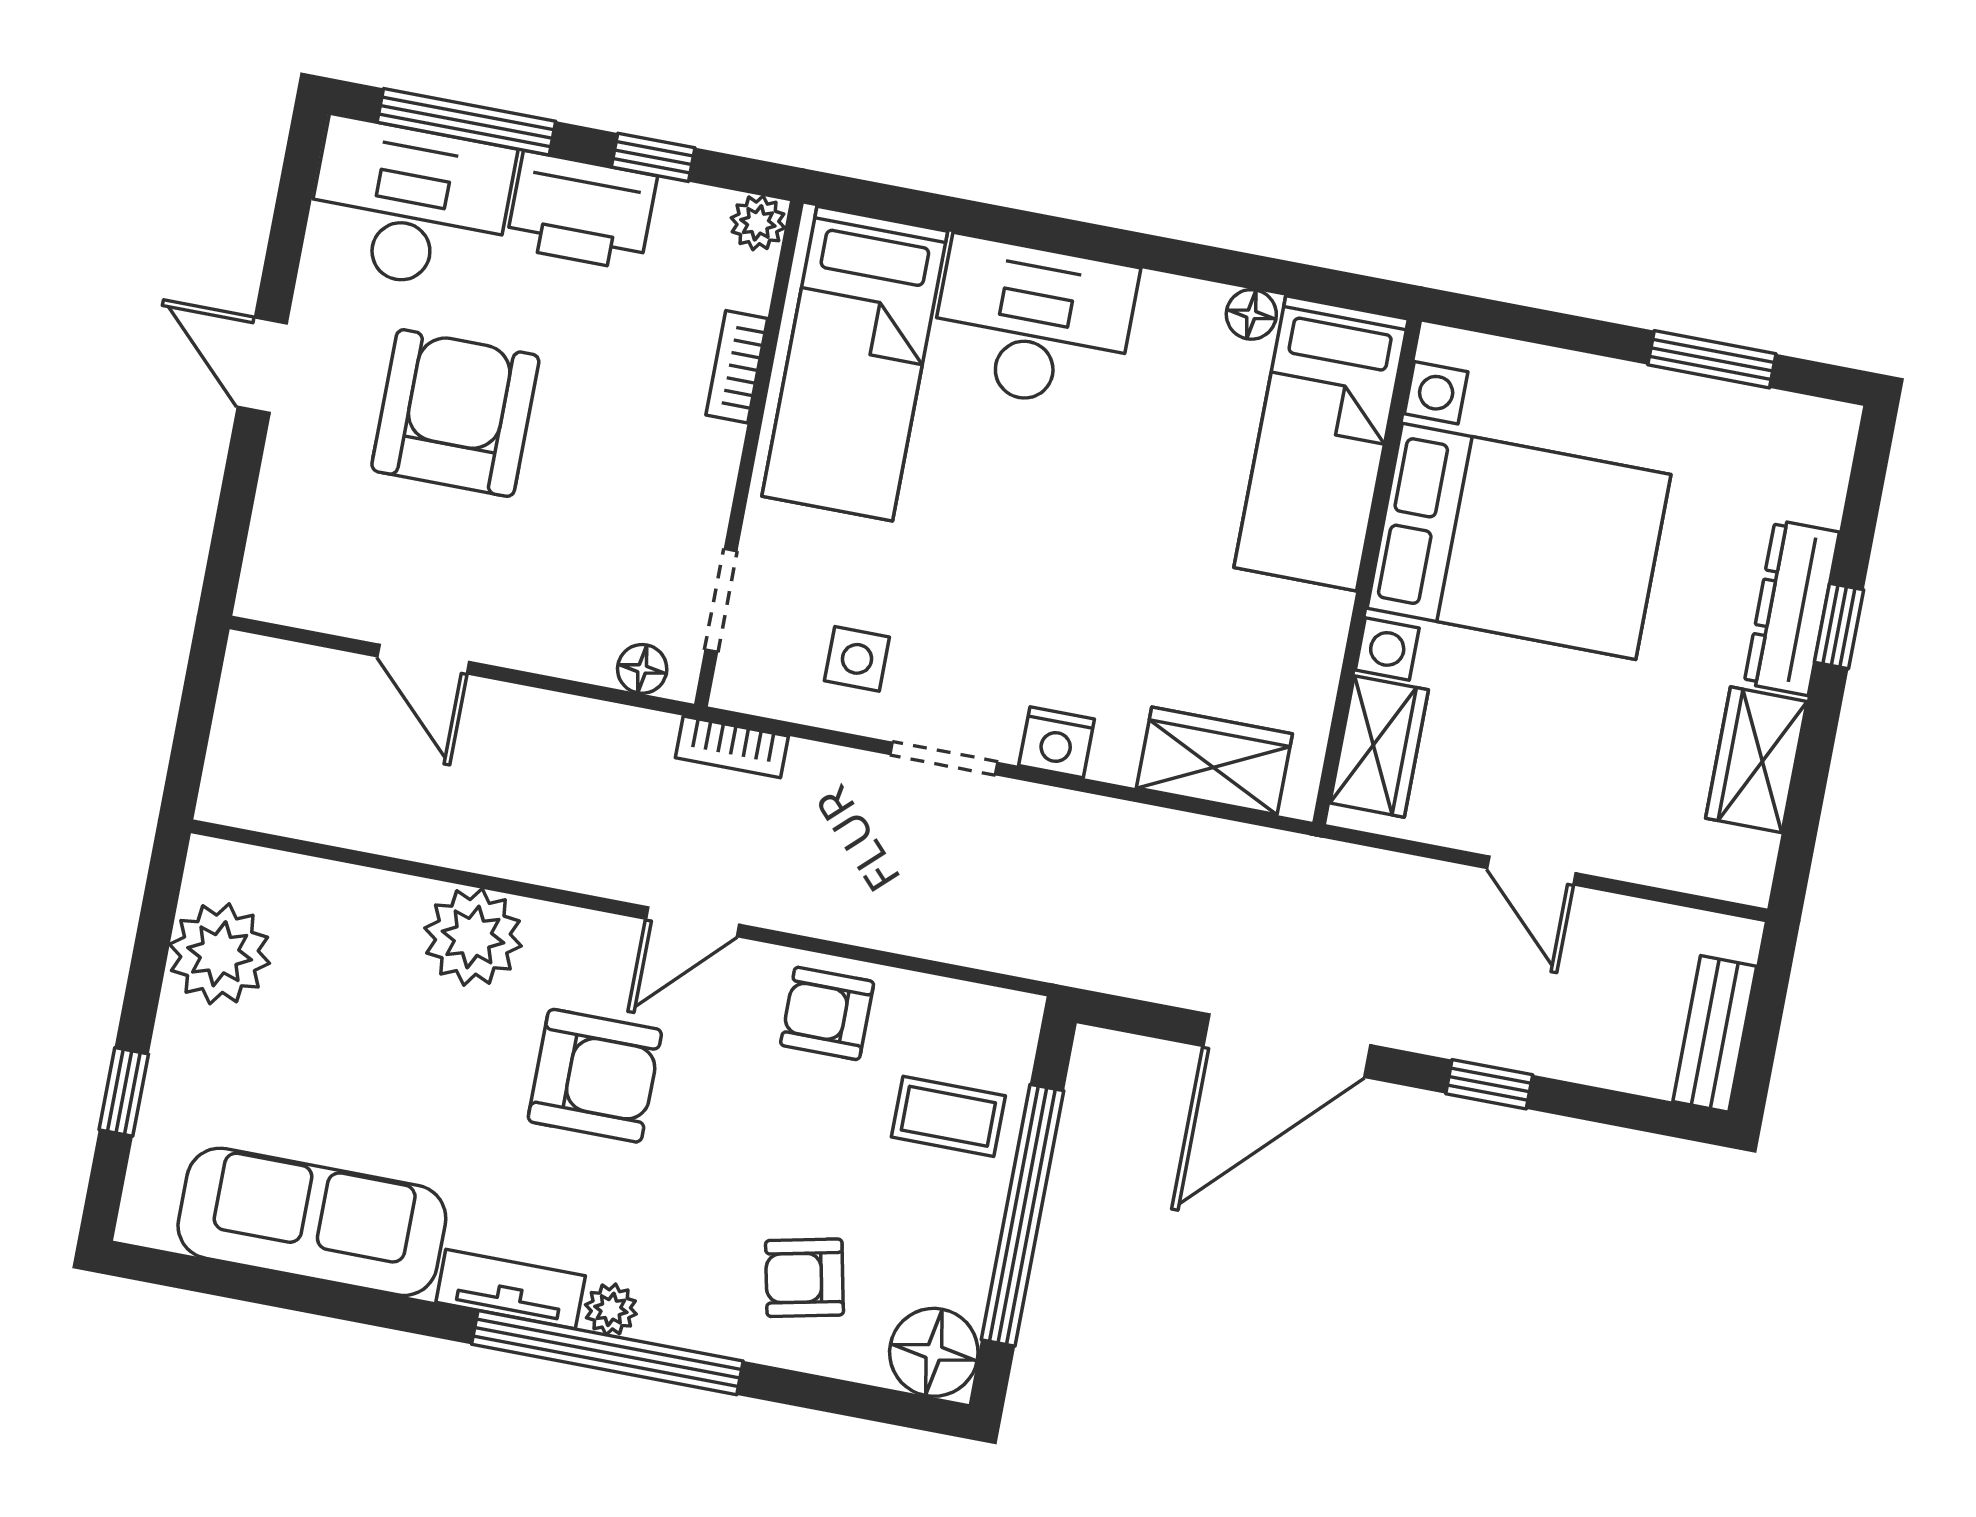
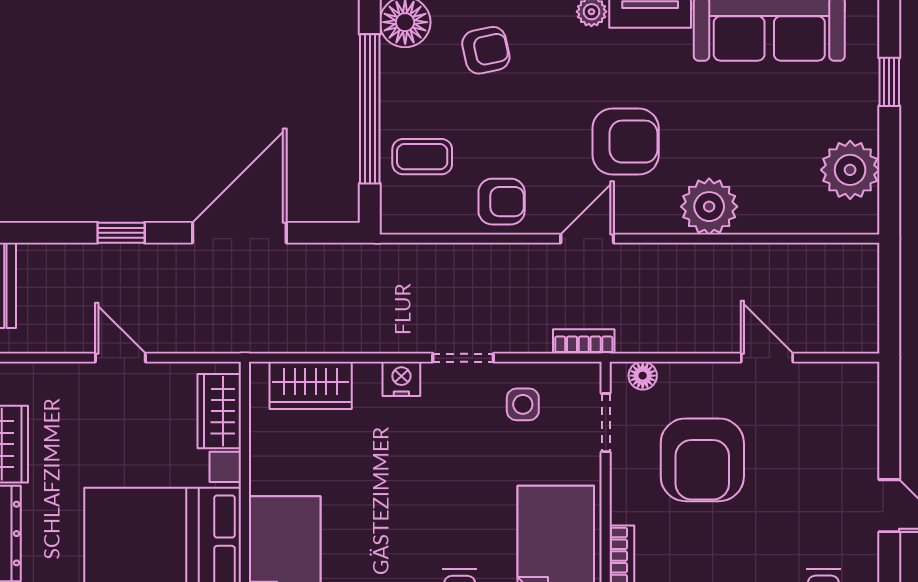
armchair: (455, 413) -> (702, 460), moved
armchair: (595, 1076) -> (626, 142), turned 180

